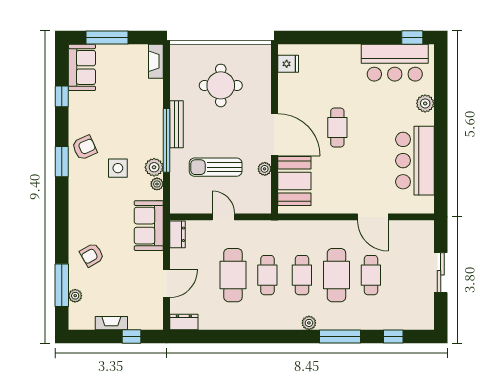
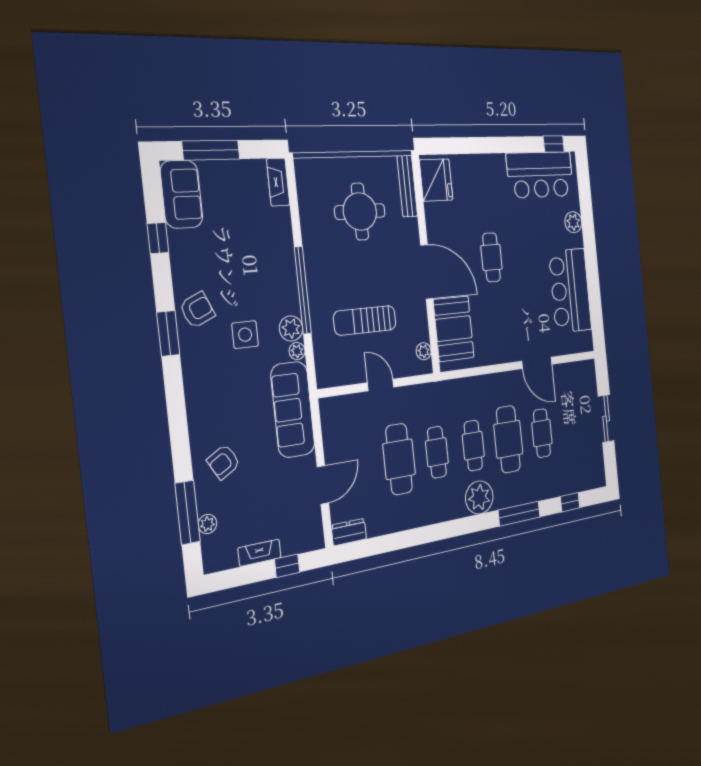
fridge: (288, 64) -> (436, 180), width x1.88, depth x1.34
bench: (176, 124) -> (407, 186), moved
plant: (265, 169) -> (424, 351), moved
sofa: (149, 226) -> (293, 409), width x1.36
dresser: (177, 234) -> (329, 416), removed
plant: (309, 323) -> (479, 497), width x1.87, depth x1.87

